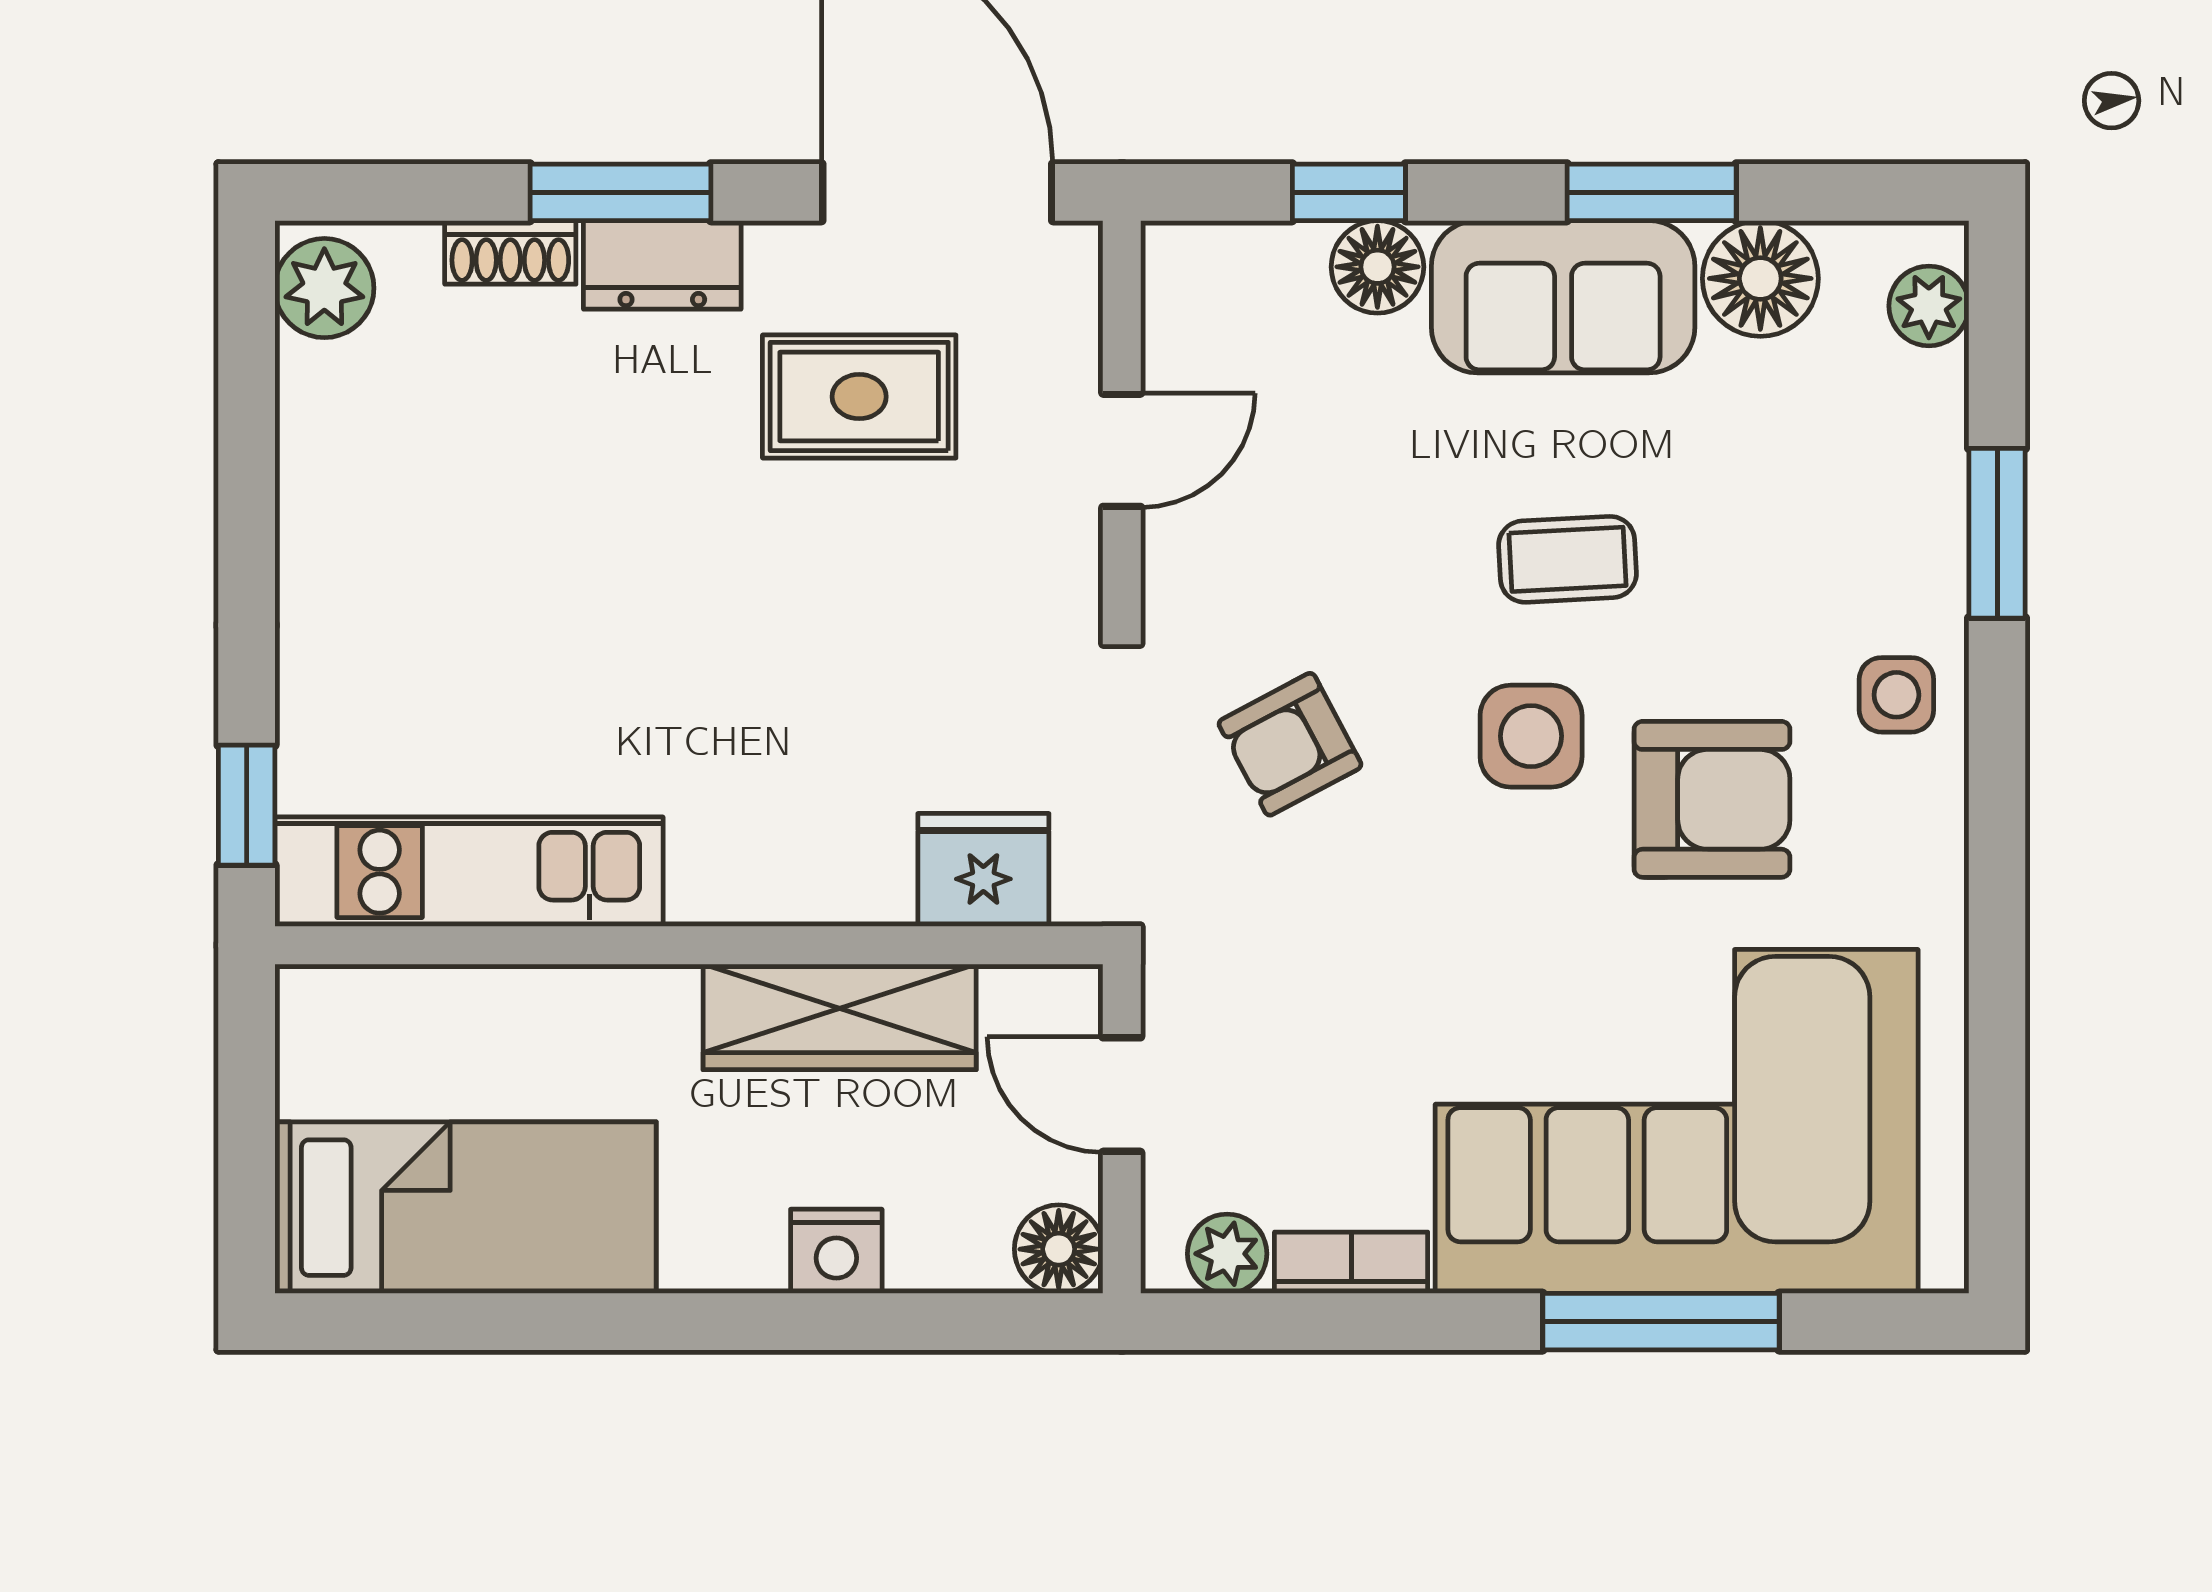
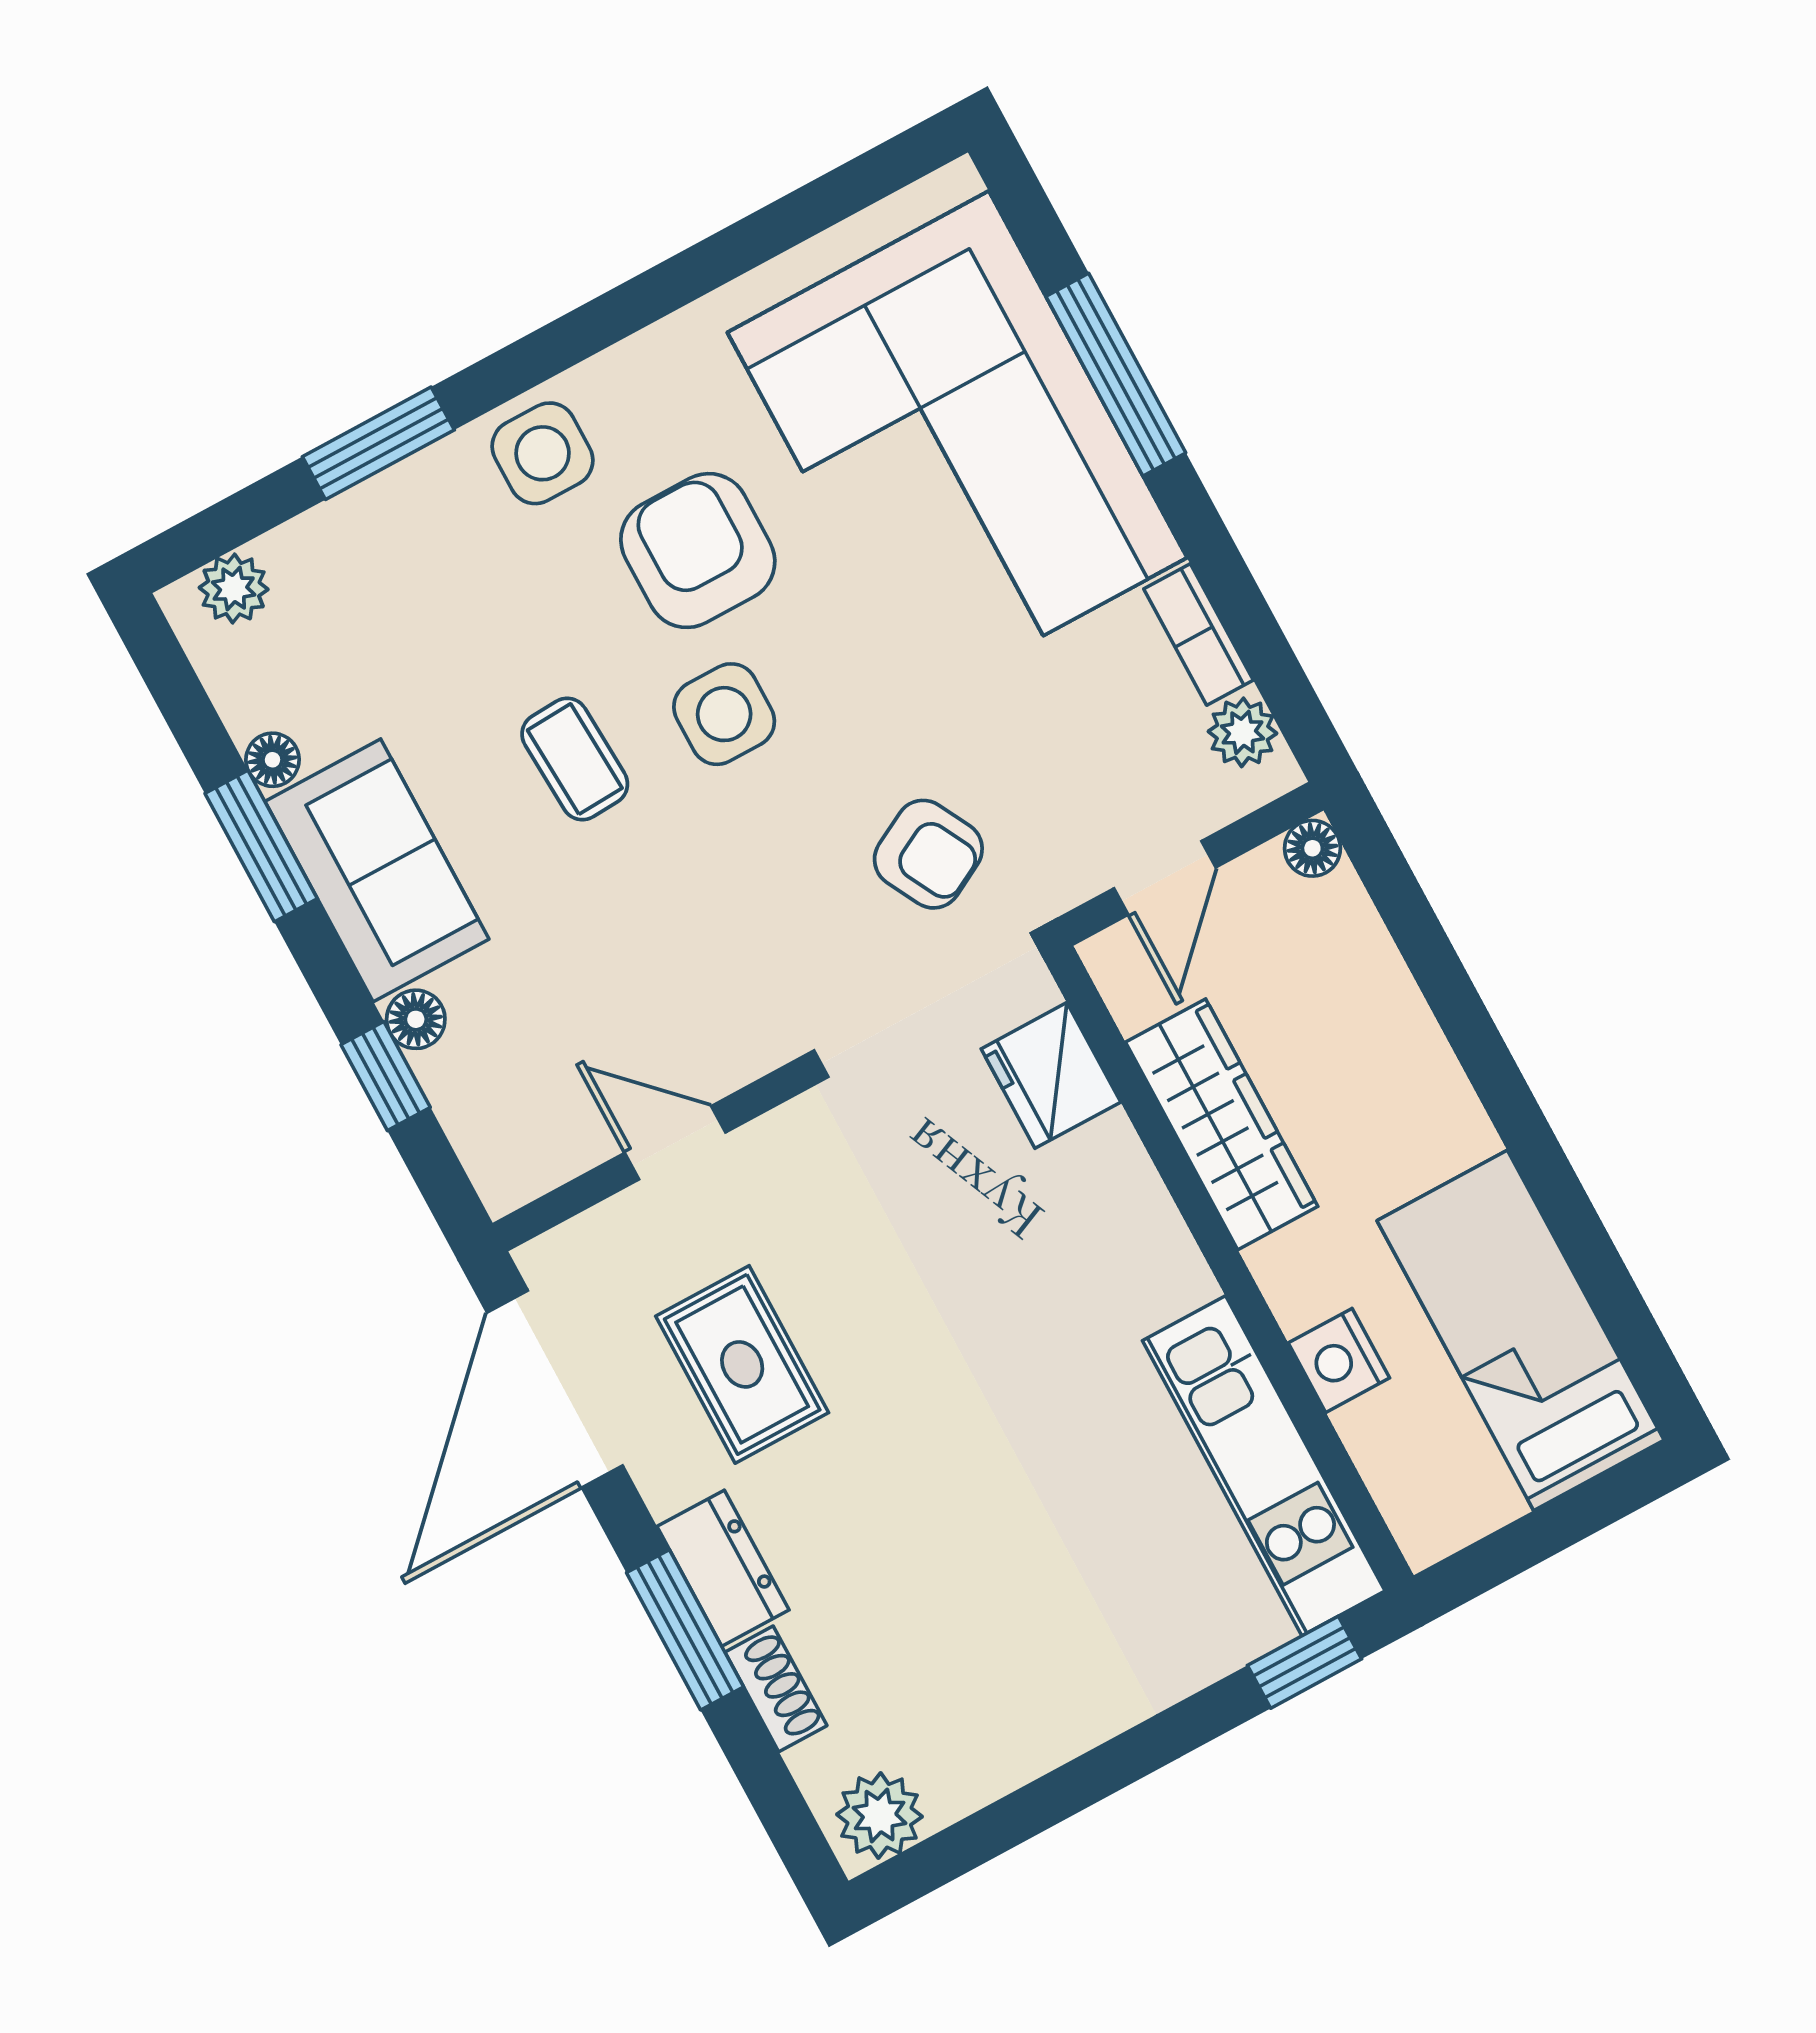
floor lamp: (1377, 267) -> (416, 1019), width x0.73, depth x0.73
floor lamp: (1760, 278) -> (273, 760), width x0.53, depth x0.53
side table: (1896, 695) -> (543, 453), width x1.37, depth x1.37
armchair: (1290, 744) -> (928, 854), moved
floor lamp: (1059, 1249) -> (1312, 848), width x0.73, depth x0.73
nightstand: (836, 1251) -> (1339, 1360), moved, turned 180

